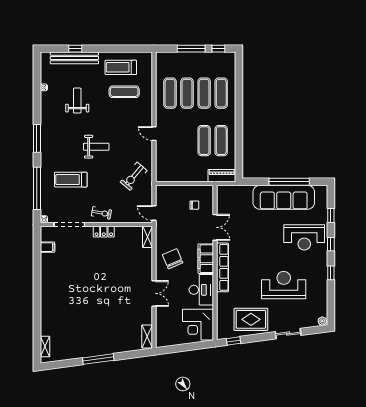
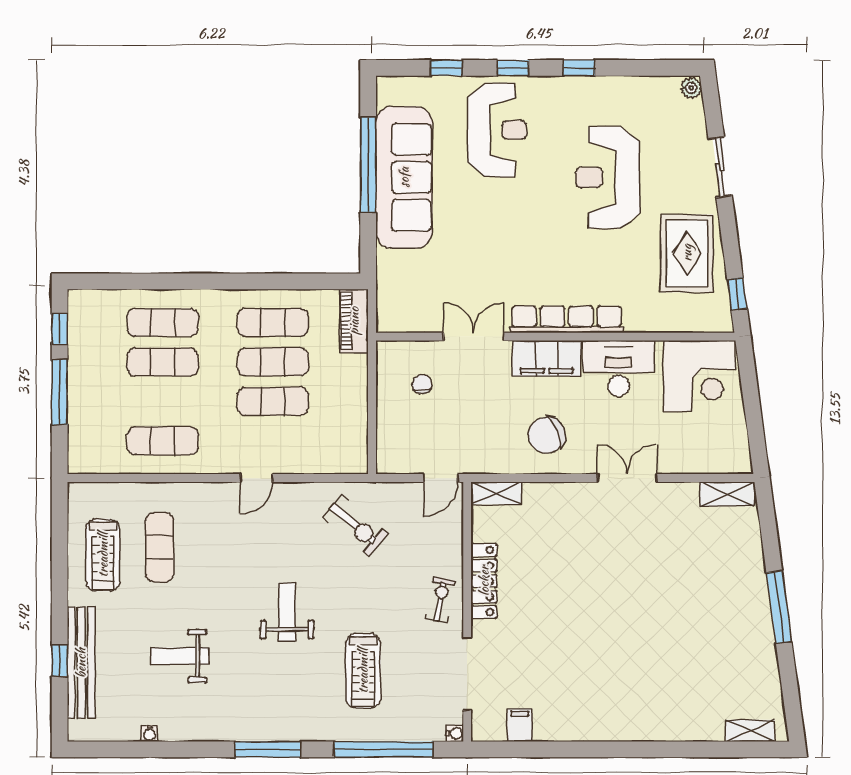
exercise mat: (187, 93) -> (273, 401), moved
locker: (104, 232) -> (484, 581), width x1.53

